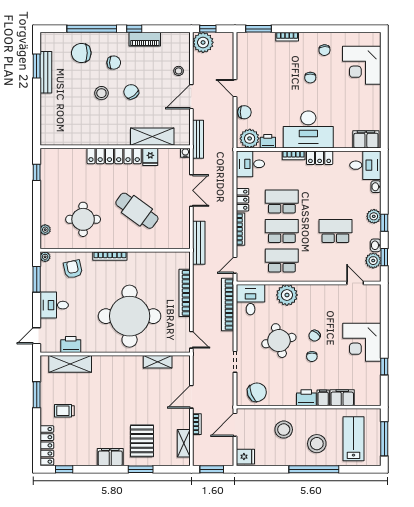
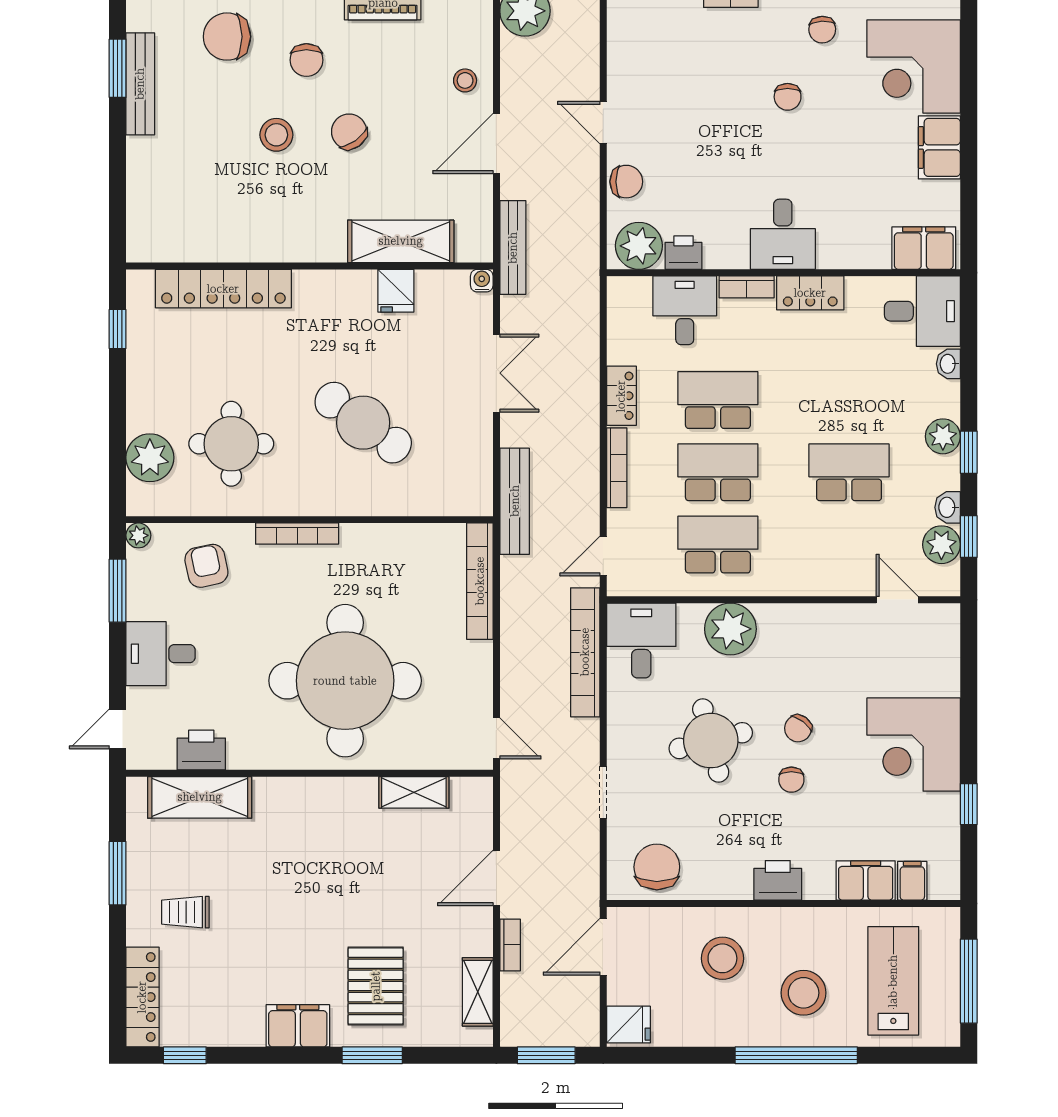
chair: (114, 63) -> (306, 60), turned 90
filing cabinet: (372, 98) -> (939, 147), added
desk: (308, 129) -> (783, 234), width x0.53, depth x0.77
locker: (114, 156) -> (223, 289), moved
desk: (250, 164) -> (685, 310), moved, turned 90
plant: (45, 230) -> (150, 458), width x1.87, depth x1.87
bookcase: (185, 293) -> (480, 581), moved
chair: (257, 392) -> (657, 867), turned -68
filing cabinet: (323, 398) -> (912, 881), moved

